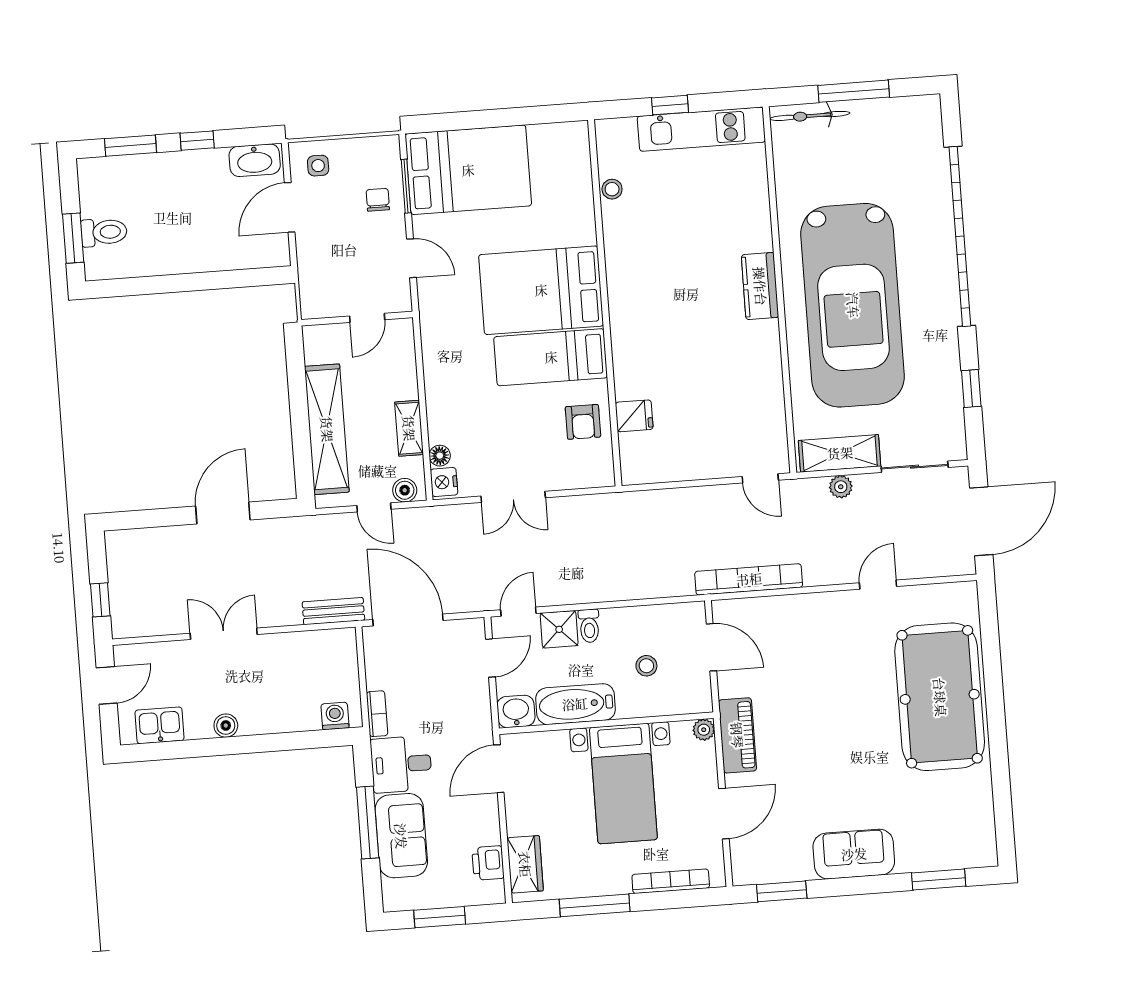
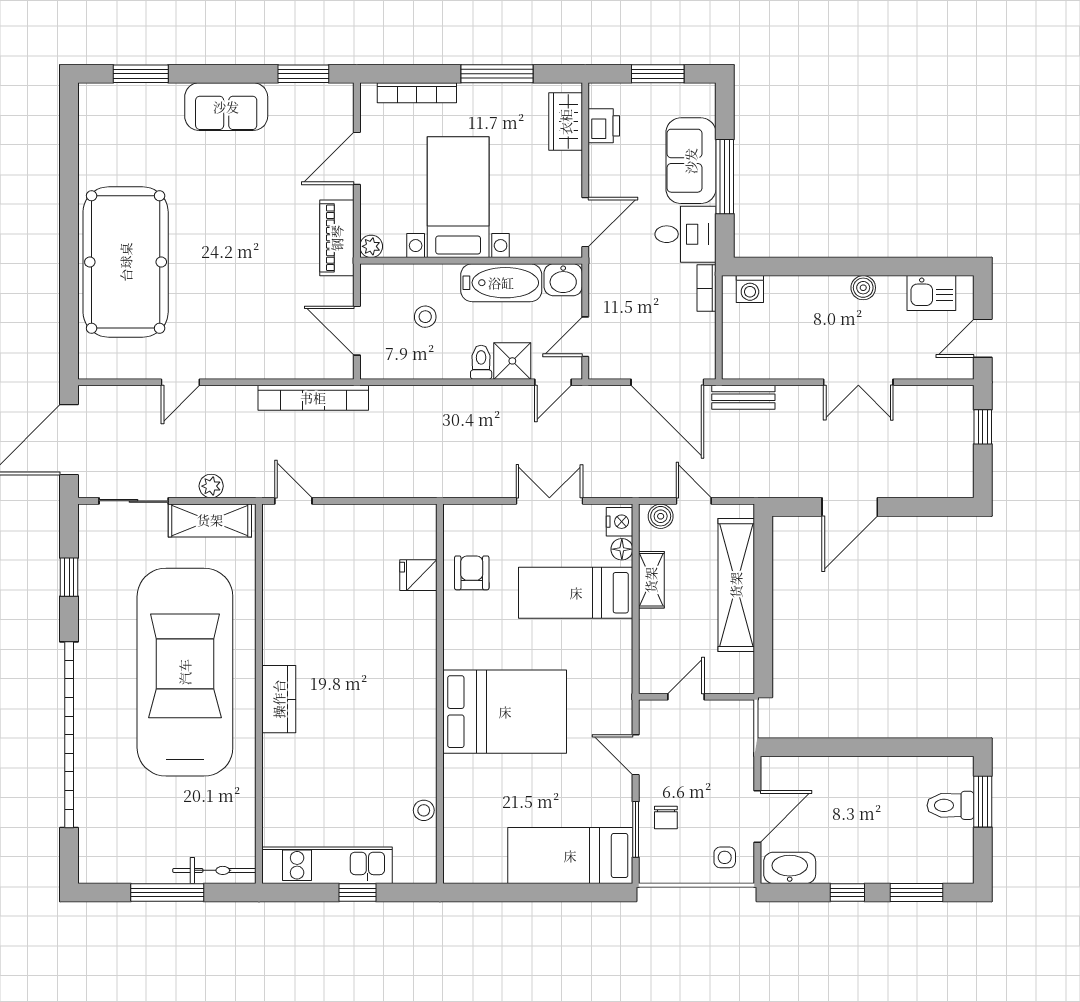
bed: (468, 170) -> (570, 856), width x0.67
bed: (551, 357) -> (576, 593), moved, turned 180

